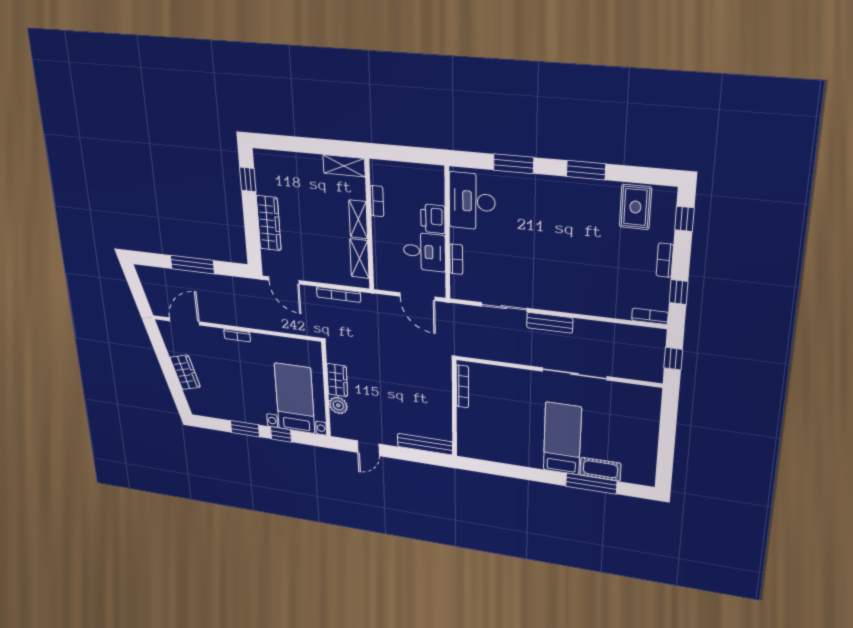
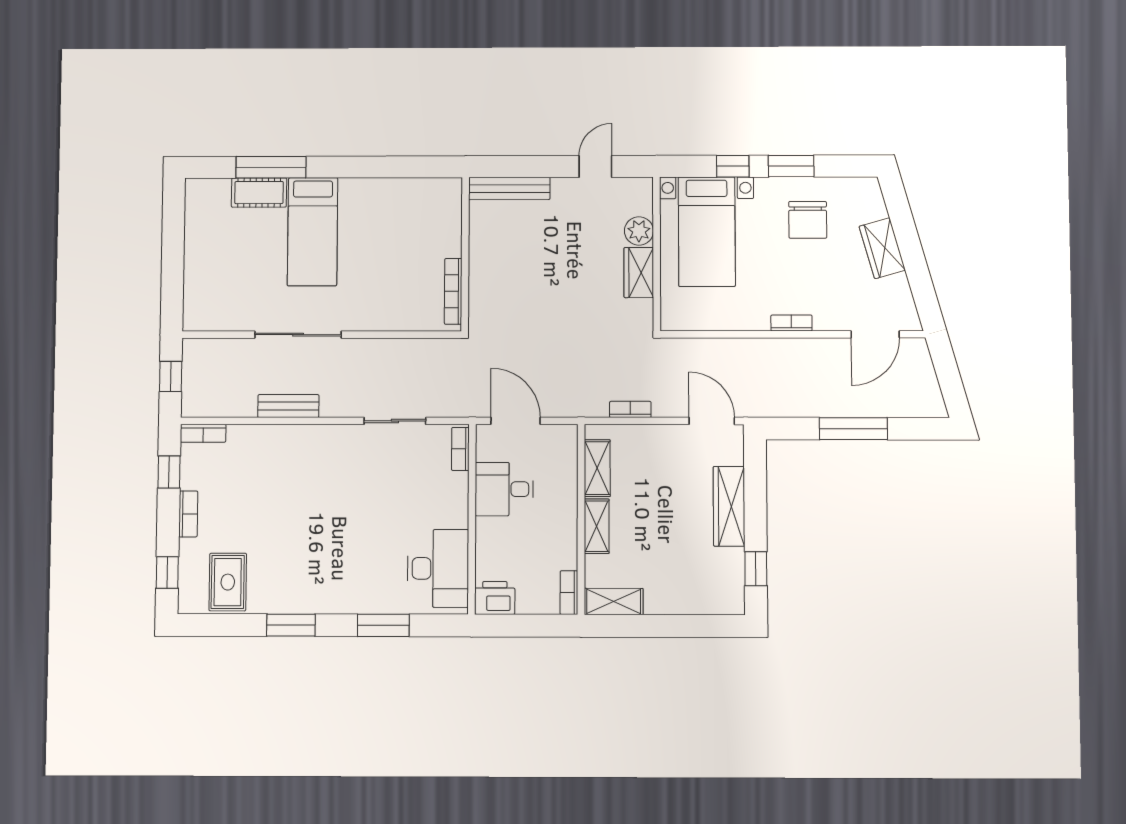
bookcase: (377, 201) -> (569, 593), moved
printer: (433, 219) -> (495, 598), moved, turned -90
bookcase: (456, 259) -> (460, 449), moved
bookcase: (339, 294) -> (630, 409), width x0.64
bench: (550, 323) -> (288, 406), moved
chair: (232, 396) -> (808, 220), added

